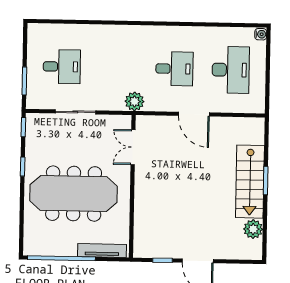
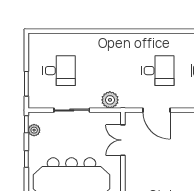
plant: (135, 101) -> (110, 100), moved
door: (194, 114) -> (156, 110), moved
plant: (32, 134) -> (34, 130), added

